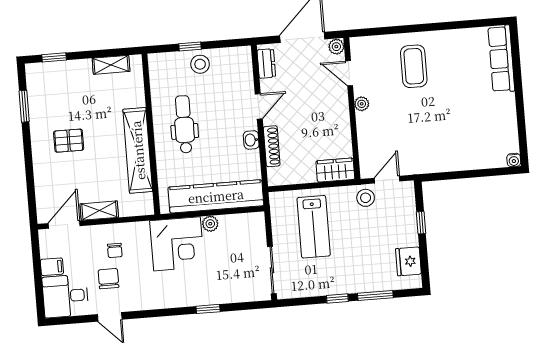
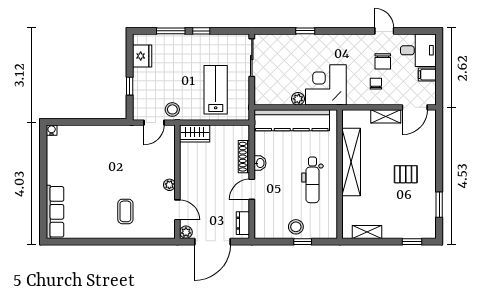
coffee table: (414, 66) -> (125, 211), width x0.73, depth x0.77

